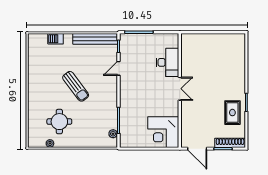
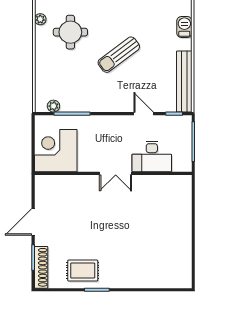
desk: (168, 62) -> (152, 156), moved
double door: (180, 89) -> (116, 173), moved
wall: (180, 90) -> (113, 173), moved
corner desk: (163, 132) -> (56, 151), moved

